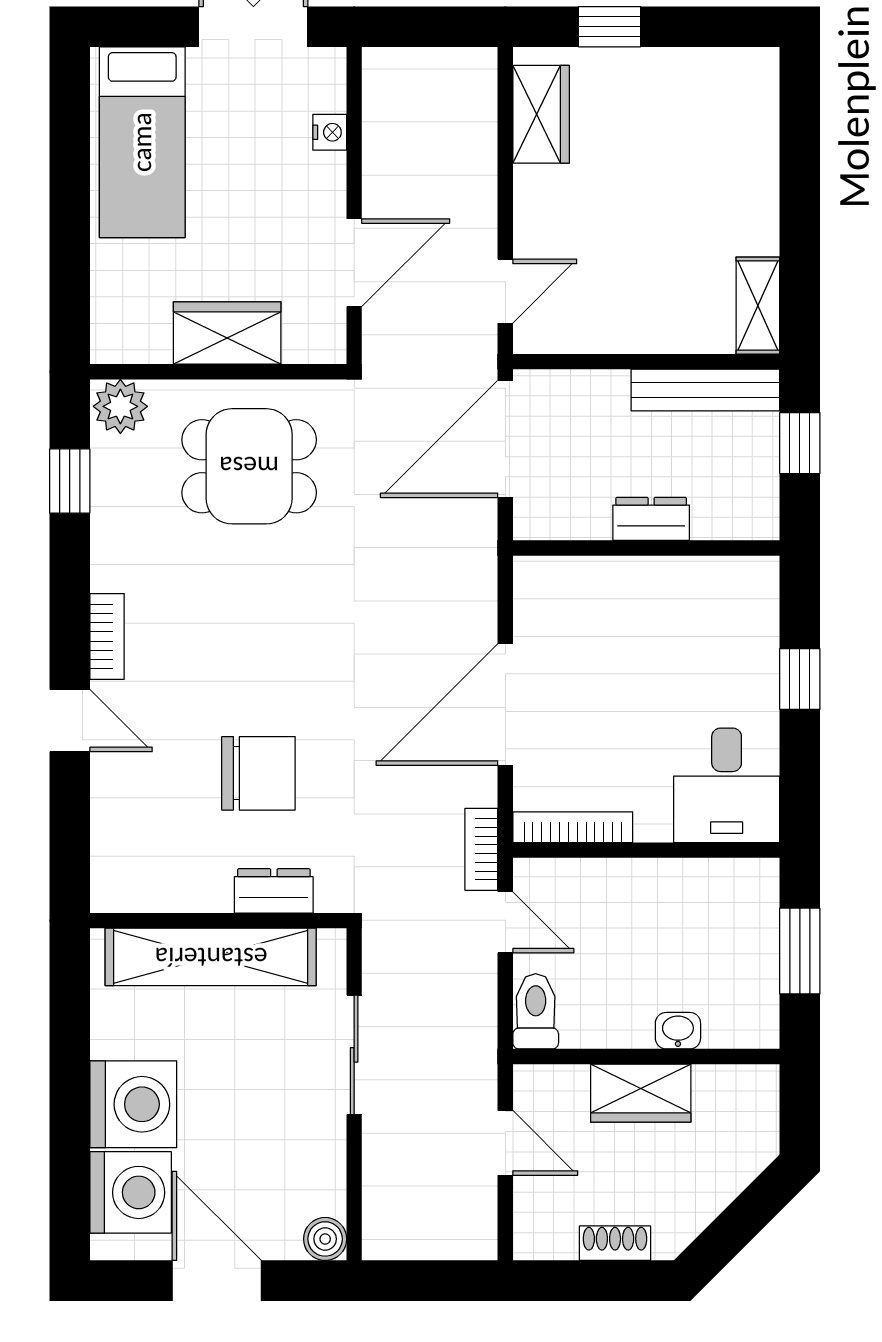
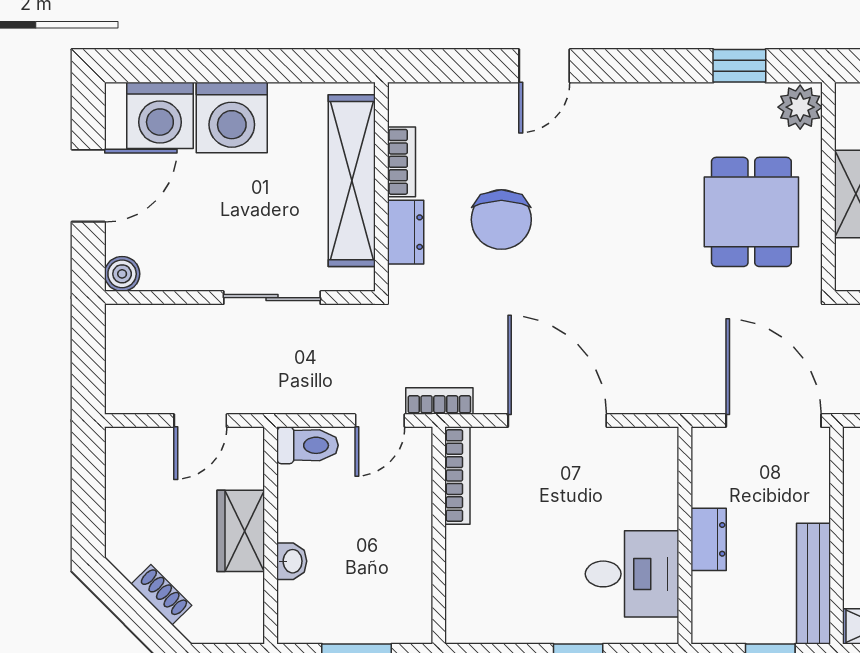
bookcase: (107, 637) -> (402, 162), moved, turned -90
desk: (727, 785) -> (632, 574), moved, turned 180
shoe rack: (615, 1243) -> (161, 595), moved, turned -45

